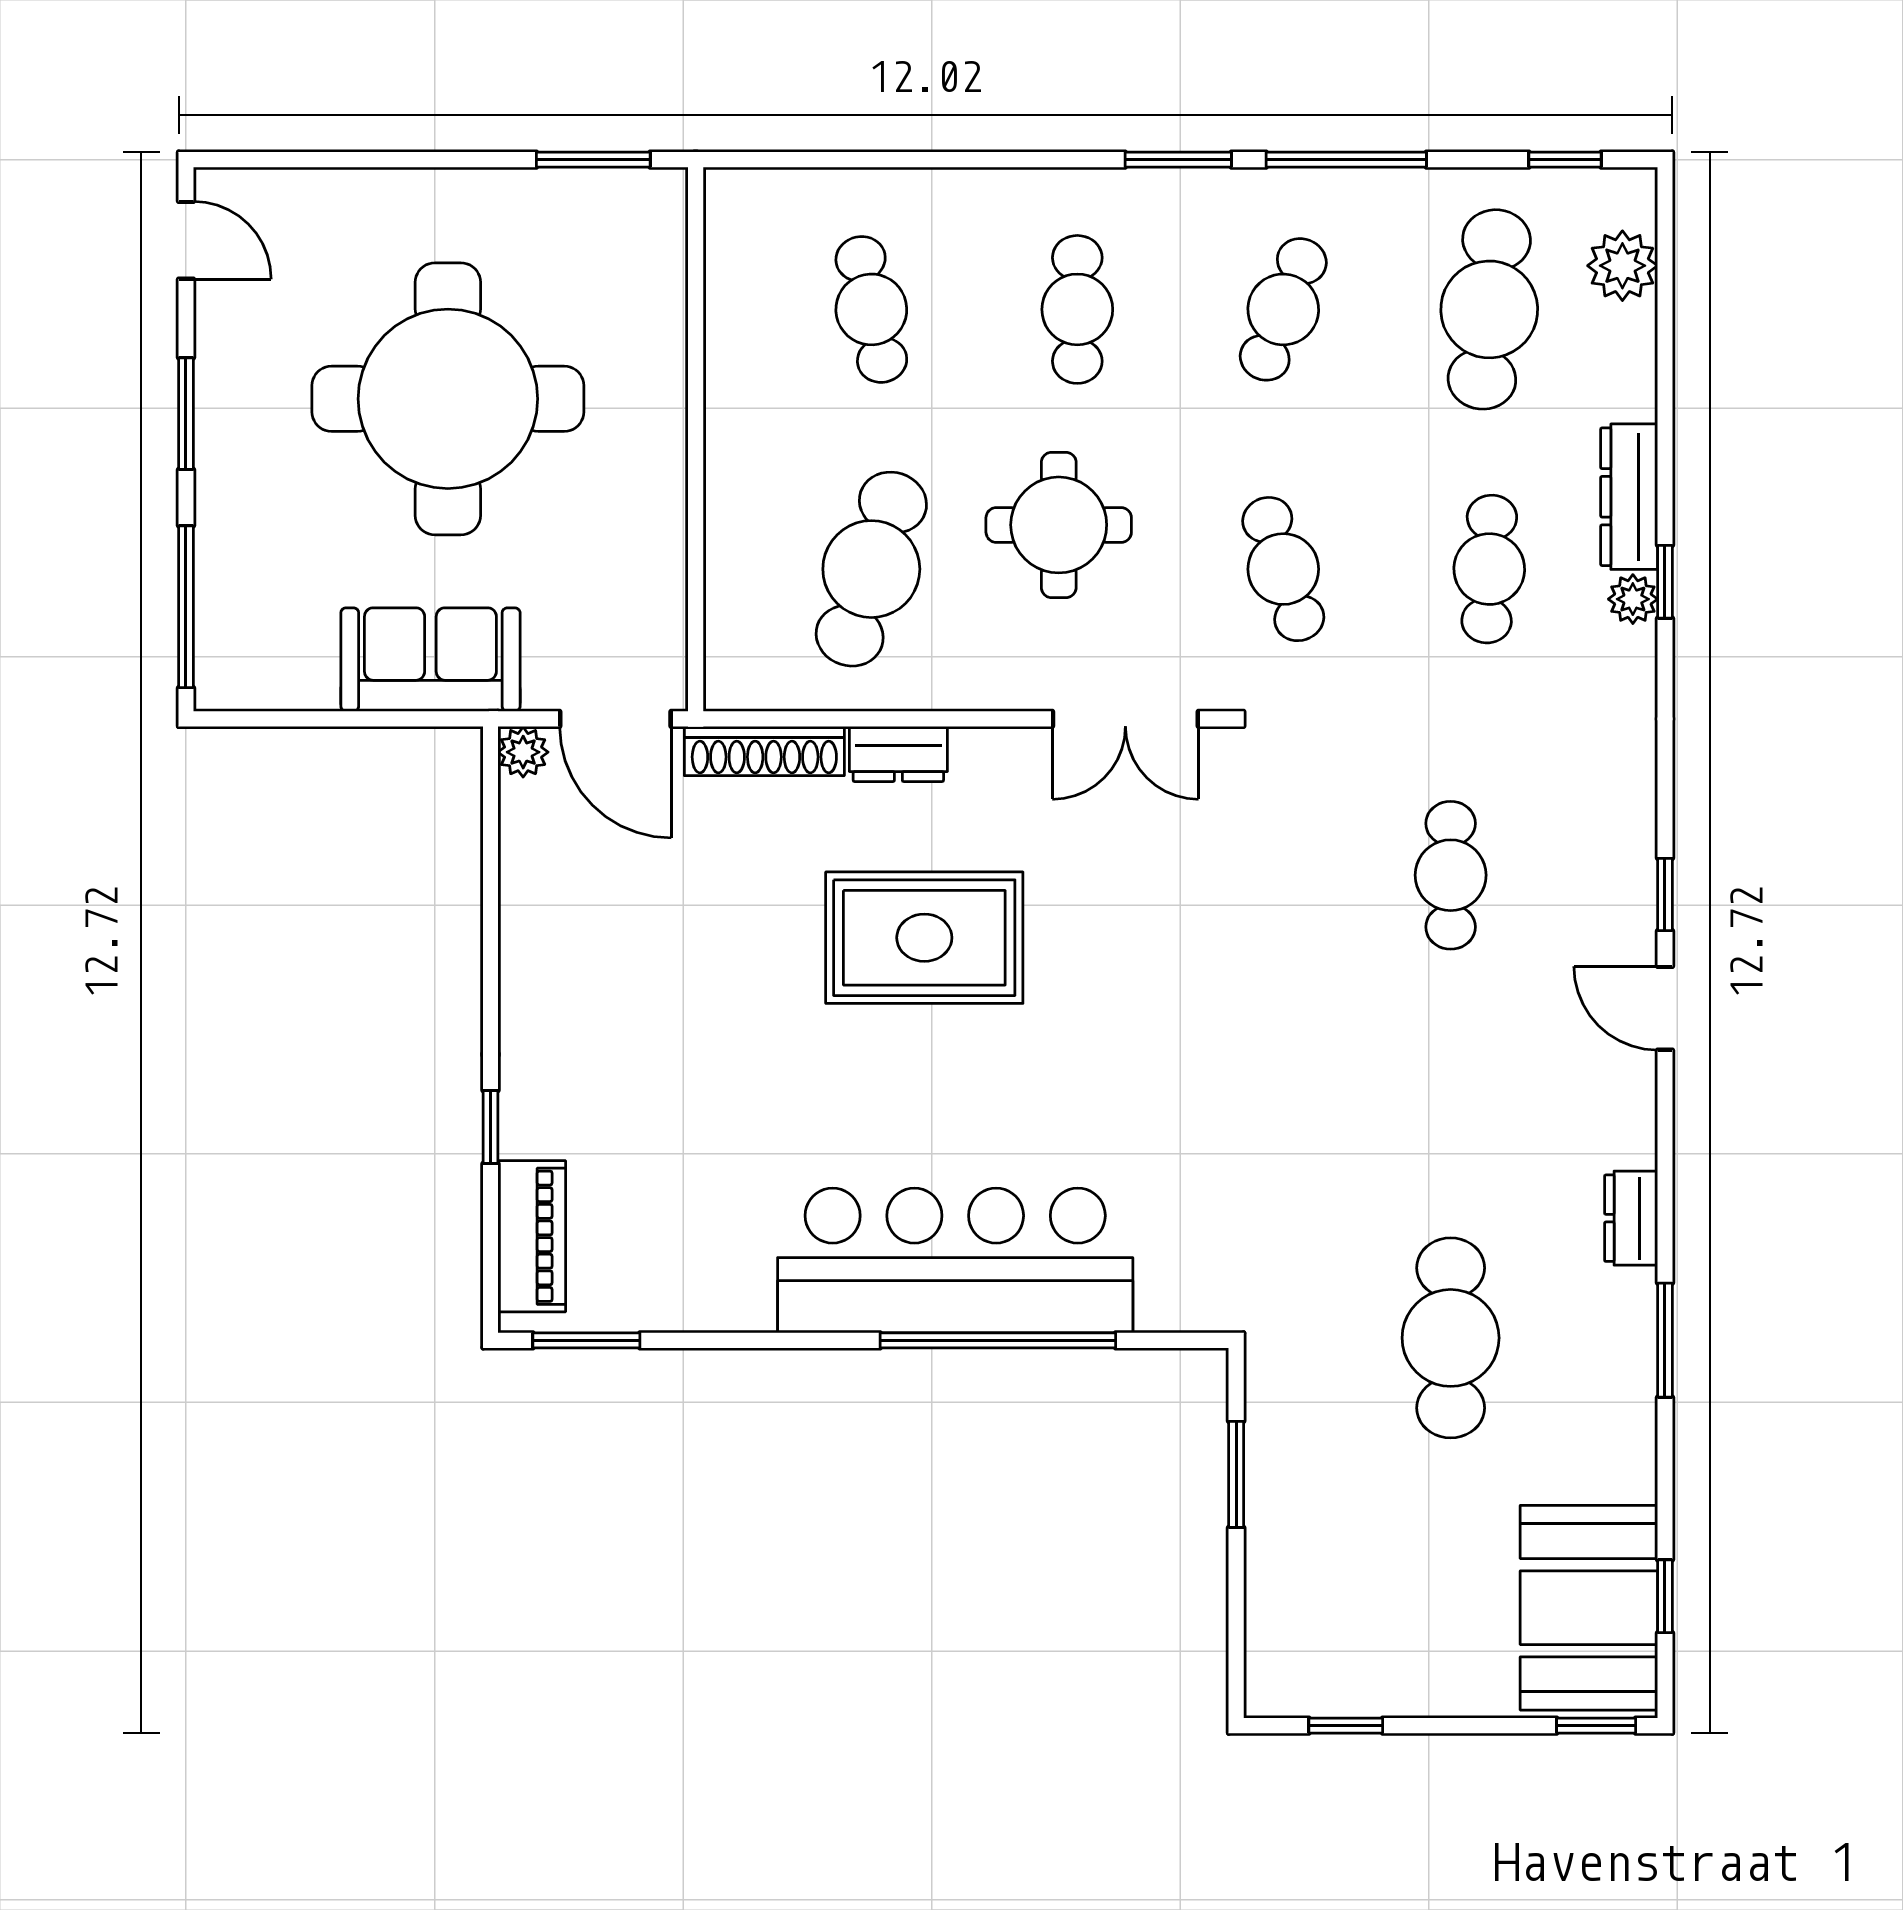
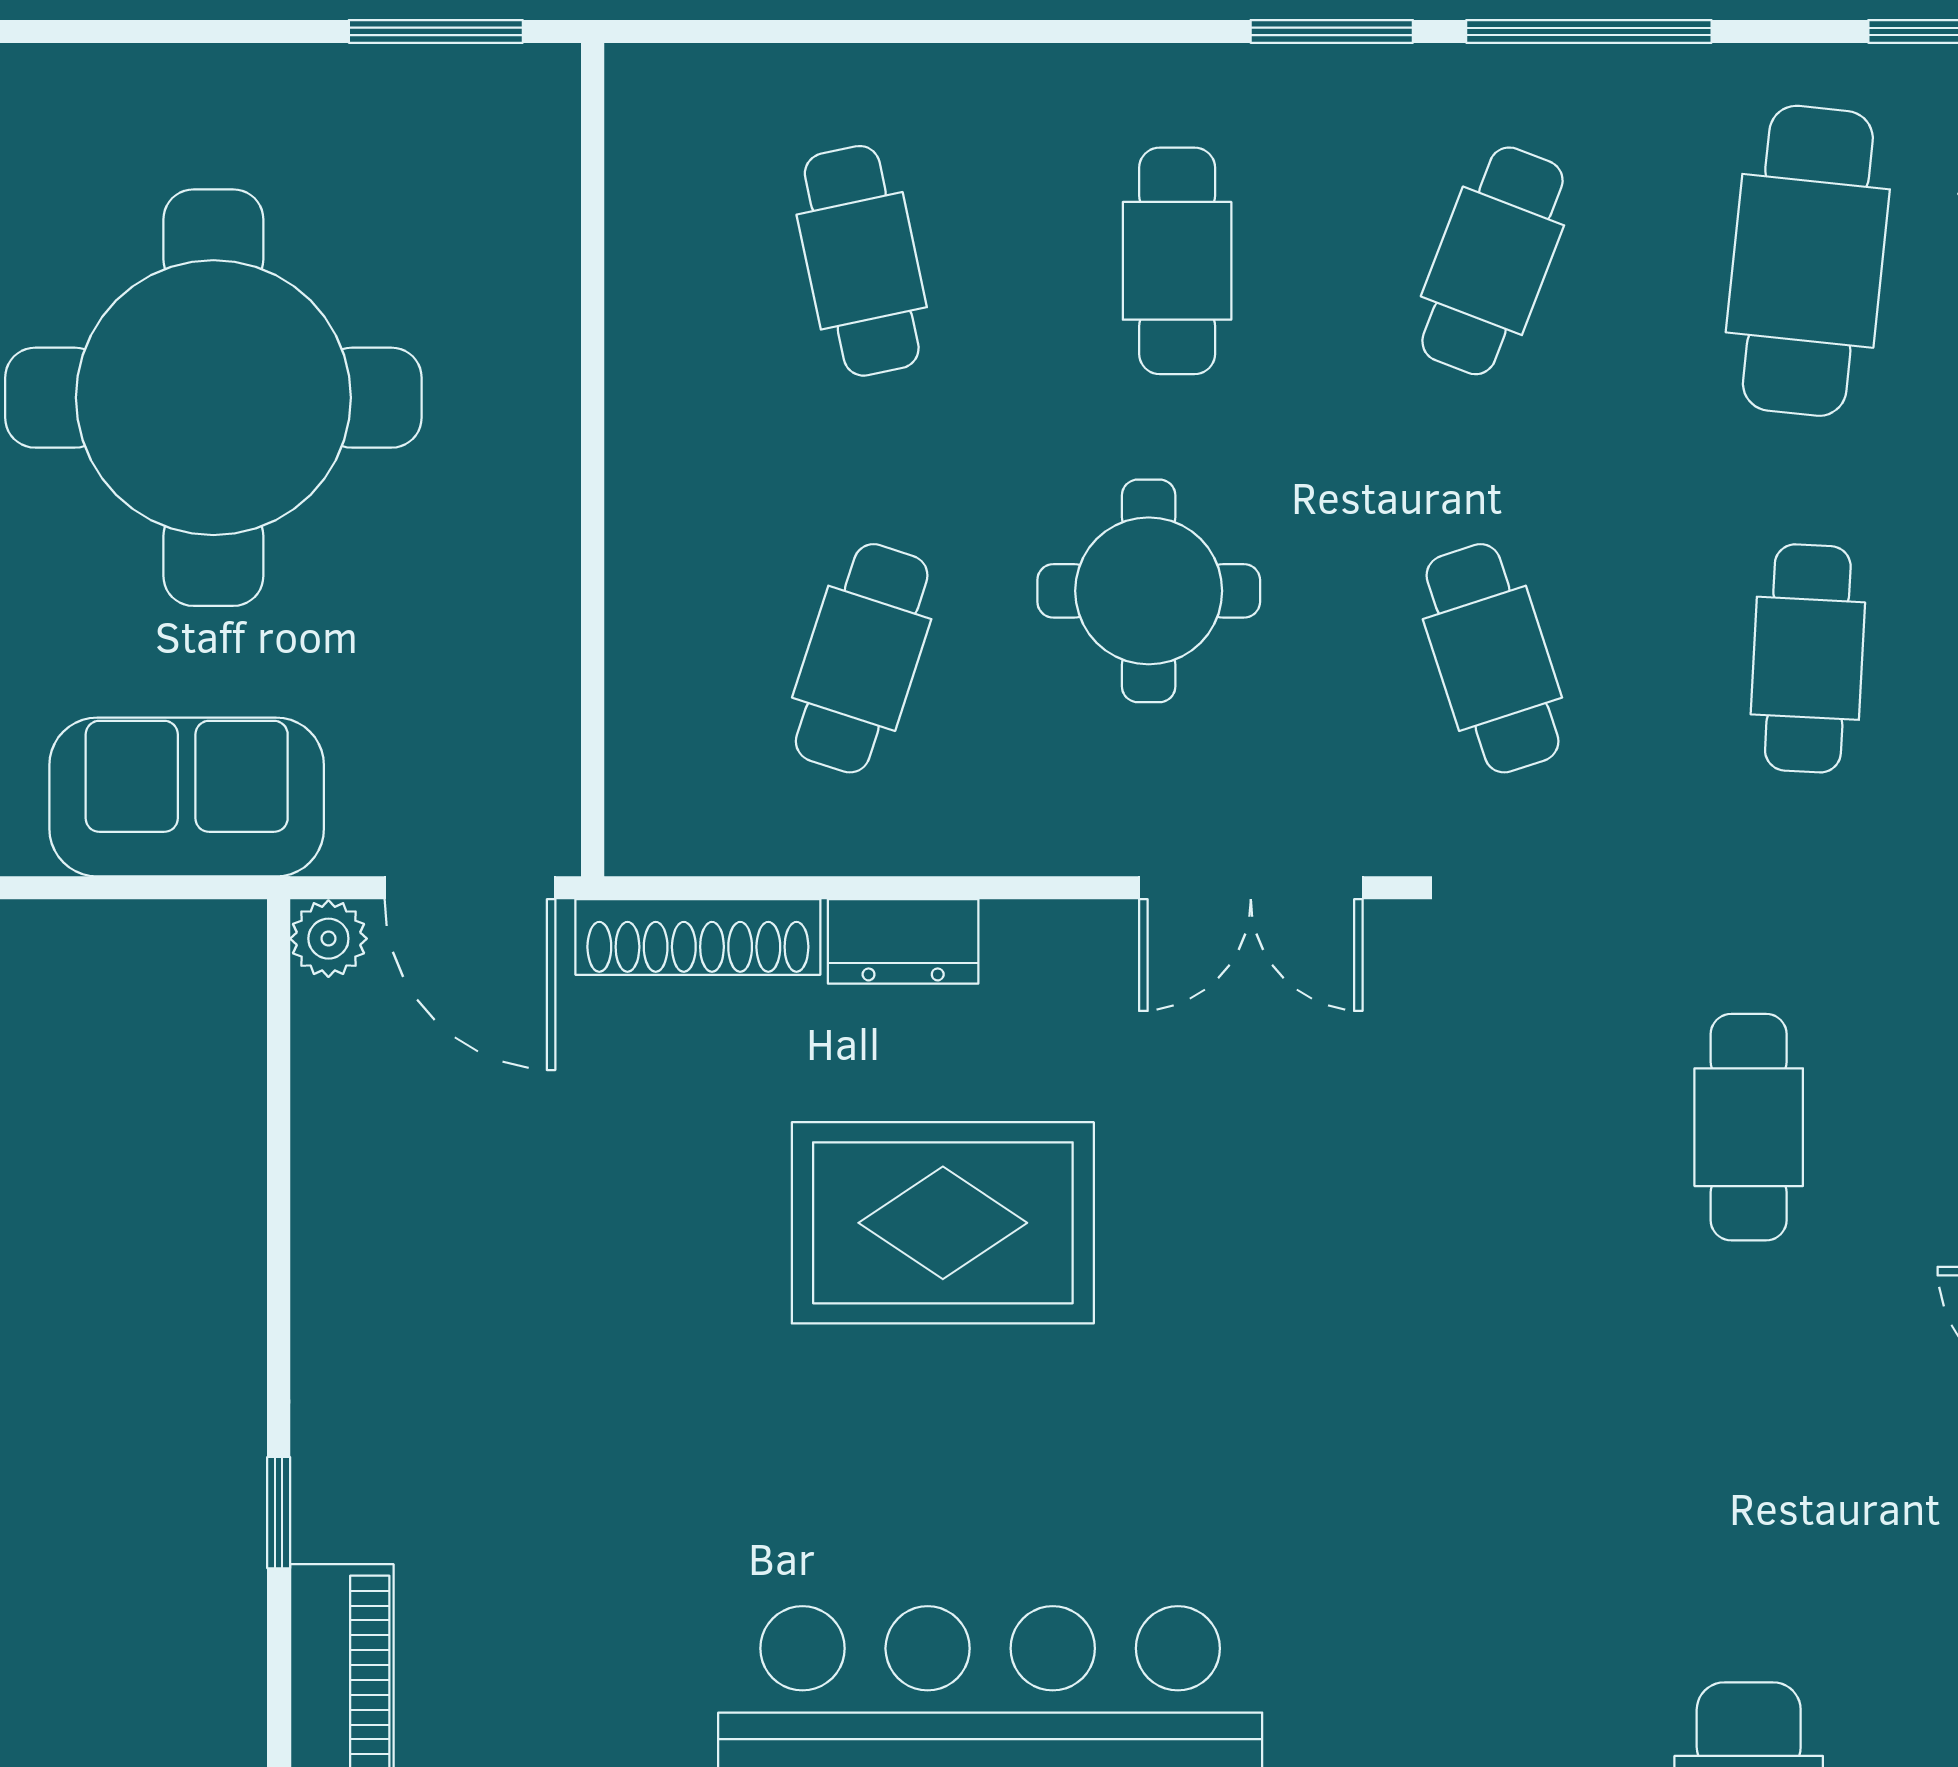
cafe table: (871, 569) -> (862, 658), width x0.73, depth x0.74

